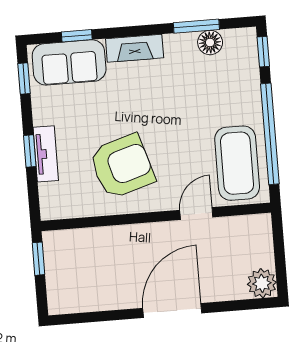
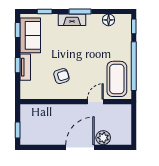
window: (196, 26) -> (80, 12), moved
sofa: (69, 62) -> (30, 35), moved, turned -90
armchair: (122, 166) -> (61, 76), width x0.53, depth x0.53
window: (38, 259) -> (18, 130), moved
plant: (262, 283) -> (103, 138), moved

